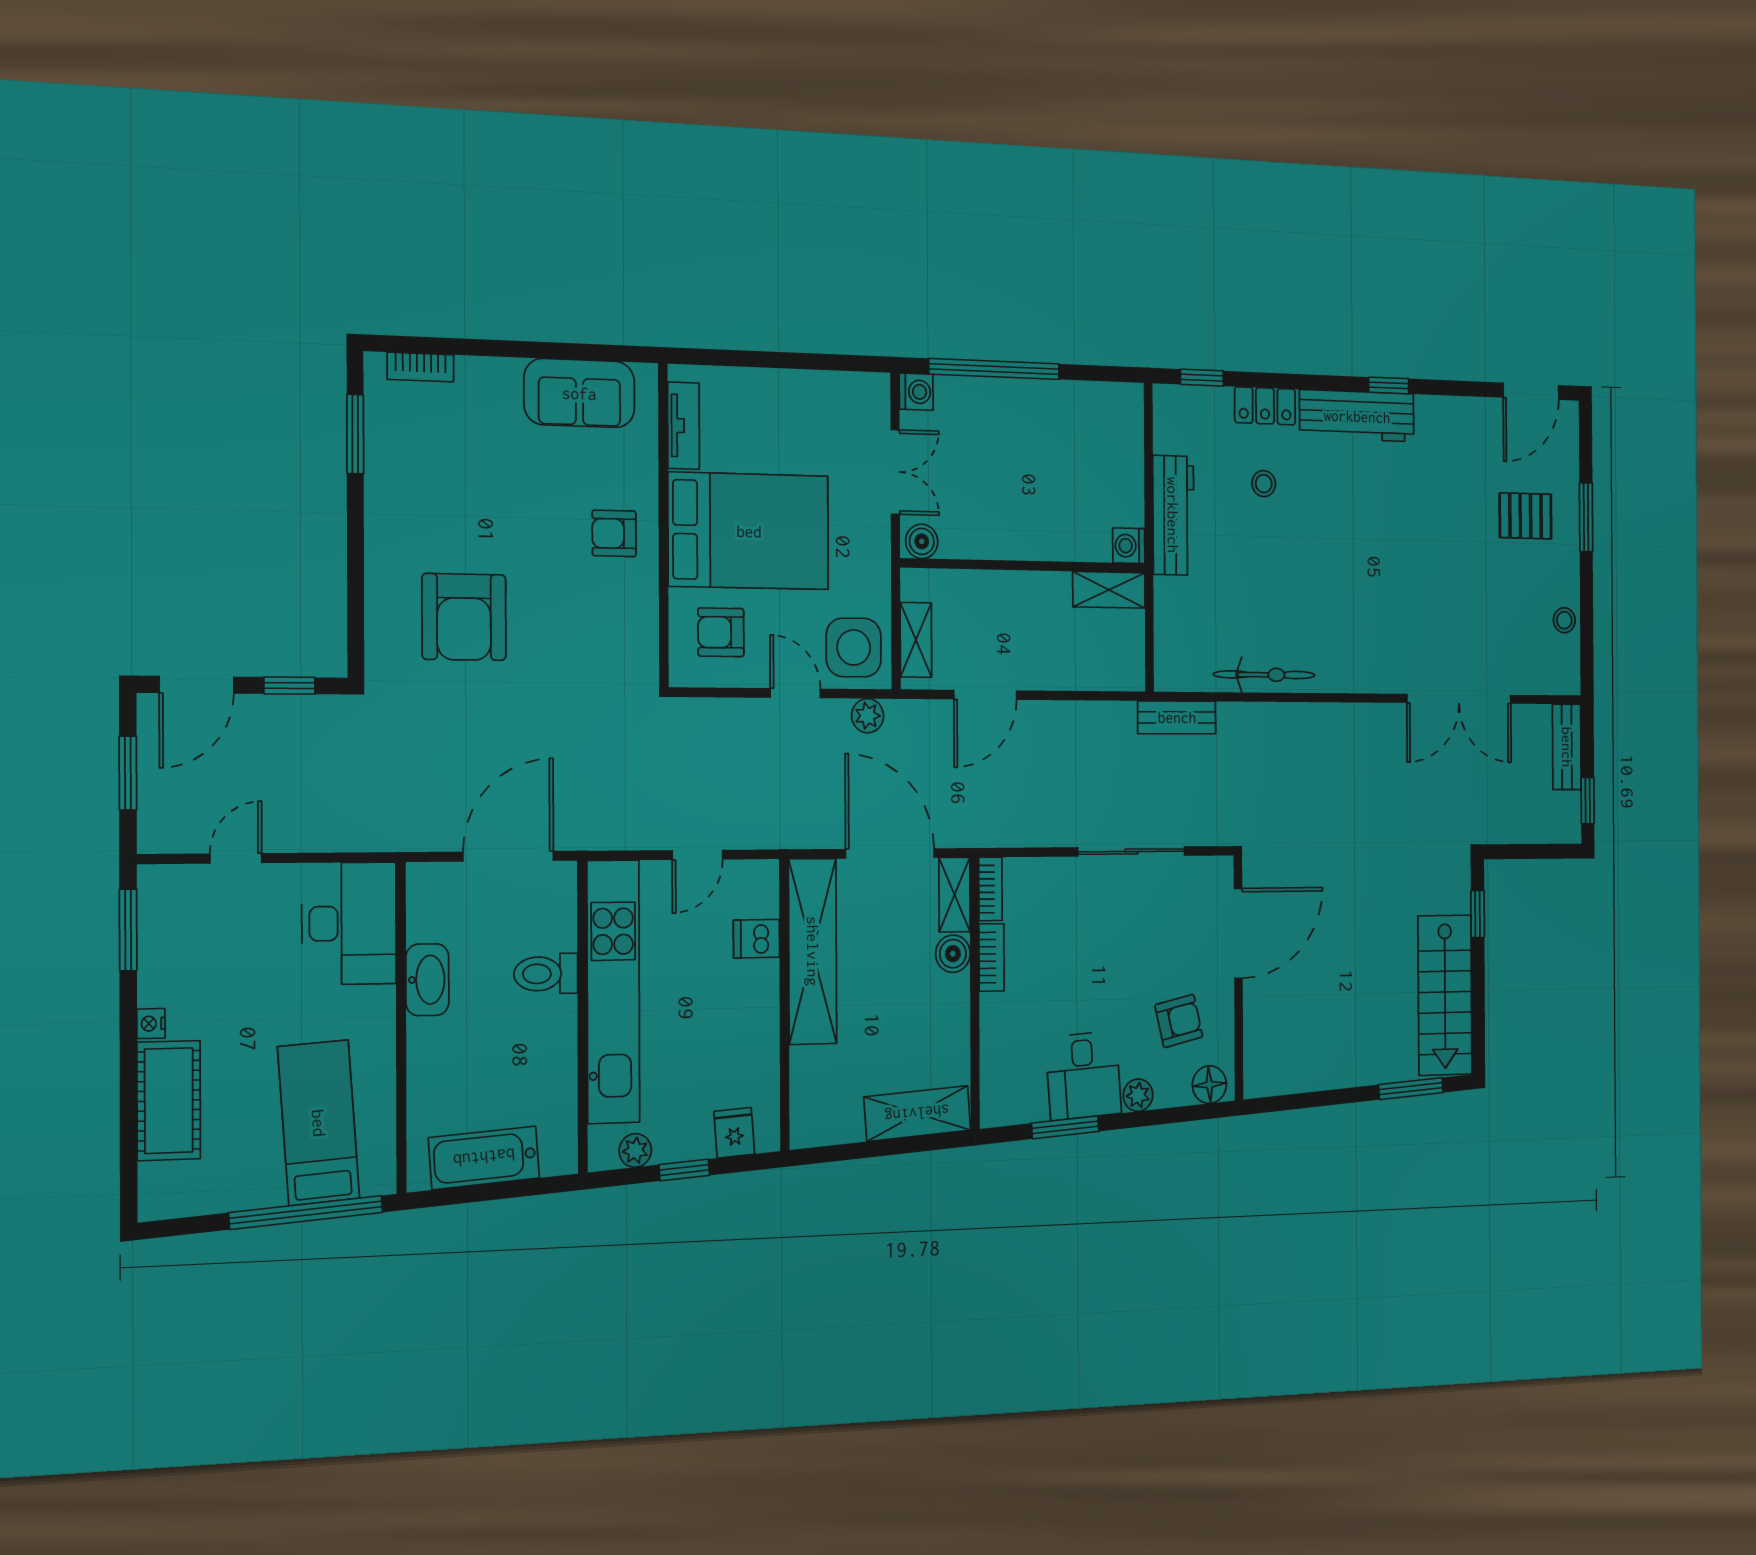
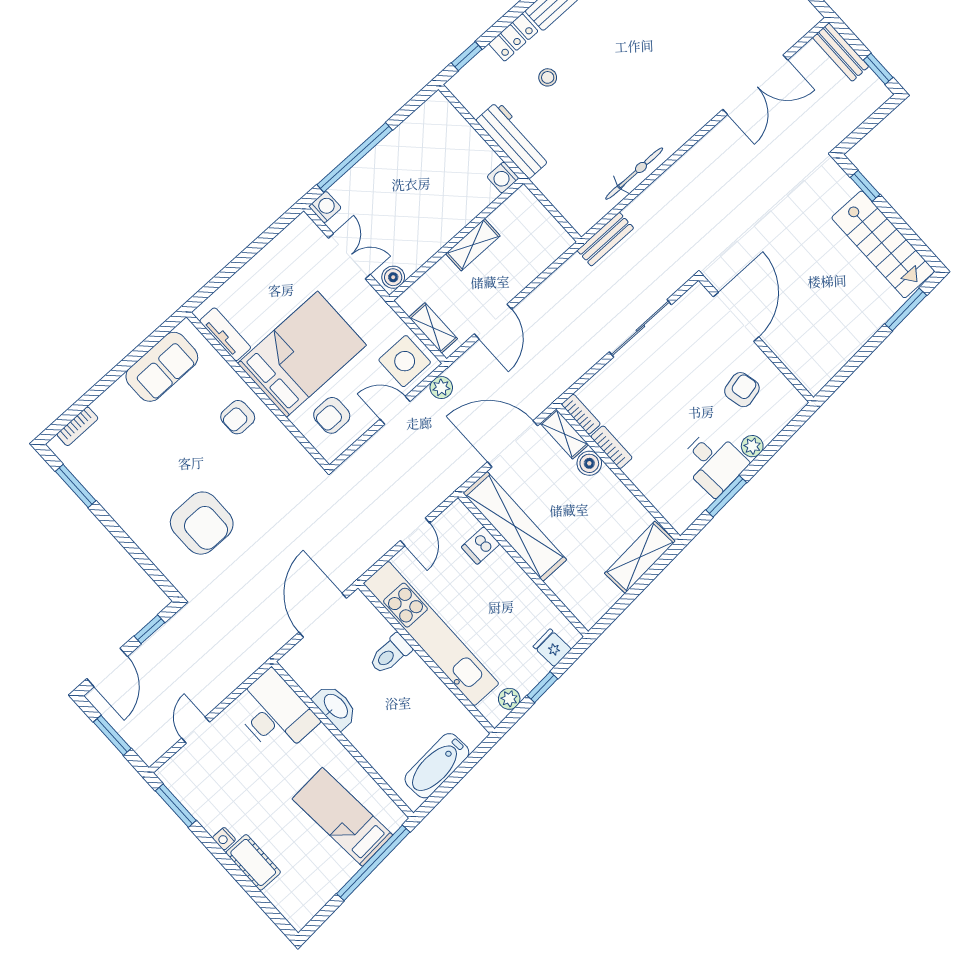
shelving: (1109, 590) -> (473, 245), moved
floor lamp: (1209, 1085) -> (788, 407), removed
cot: (169, 1101) -> (253, 862), width x0.73, depth x0.75

